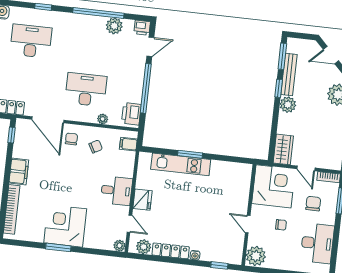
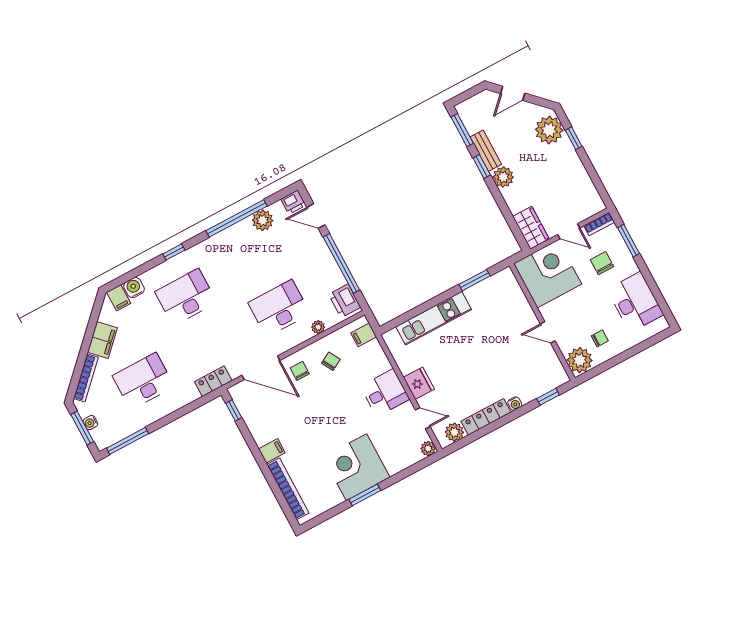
door: (150, 47) -> (316, 216), swing flipped
bench: (289, 74) -> (486, 151), width x0.73
window: (190, 154) -> (474, 280), moved
filing cabinet: (19, 172) -> (272, 451), width x0.50
chair: (281, 225) -> (600, 338), moved

